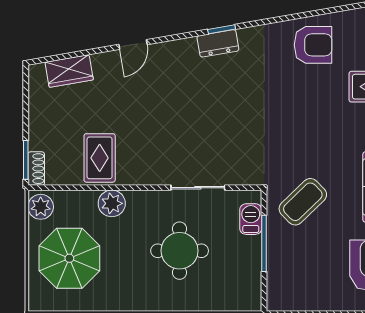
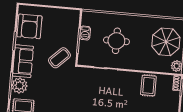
plant: (112, 203) -> (145, 65), removed
barbecue: (251, 219) -> (85, 33), moved

